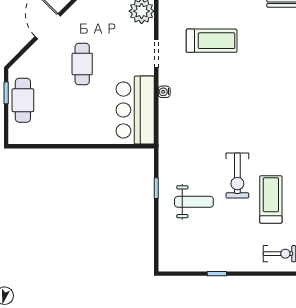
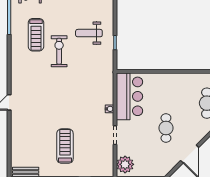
treadmill: (212, 41) -> (65, 146), moved, turned 90

